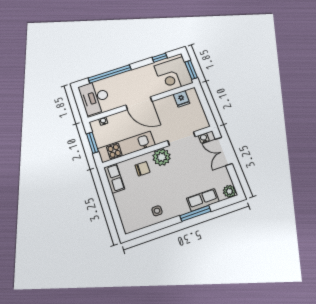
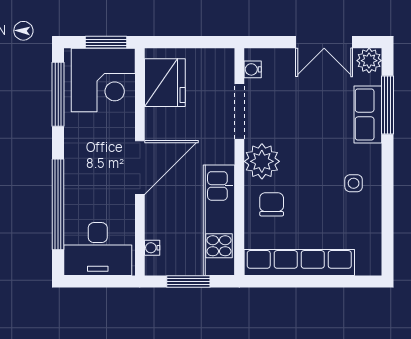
window: (160, 58) -> (58, 94), width x2.17
fridge: (182, 99) -> (165, 83), width x1.88, depth x1.34
double door: (224, 151) -> (324, 42), moved
row of seats: (114, 178) -> (299, 263), width x2.02
side table: (157, 211) -> (354, 183), moved
window: (195, 213) -> (387, 105), moved

